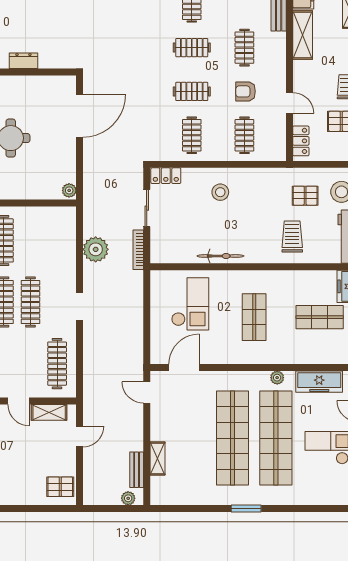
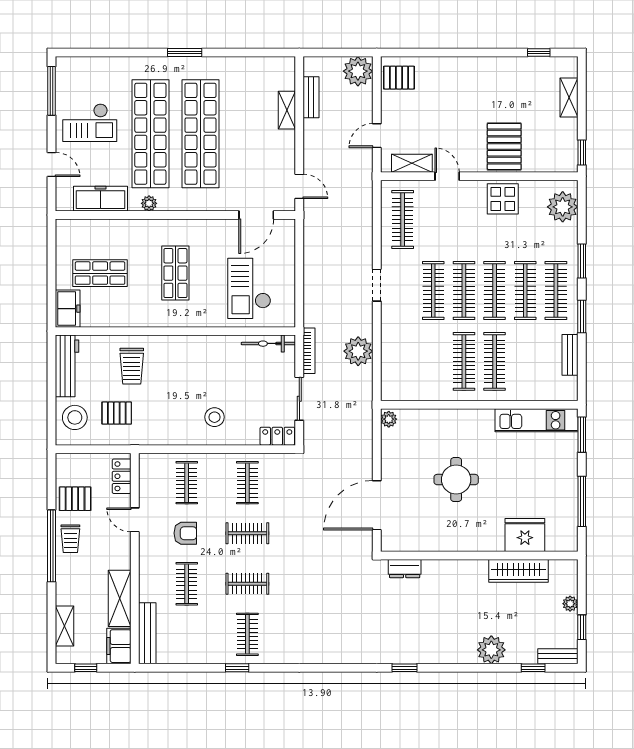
dresser: (23, 61) -> (405, 569), moved
bicycle: (220, 256) -> (268, 344), moved
plant: (128, 498) -> (358, 71), moved, width x1.88, depth x1.88

